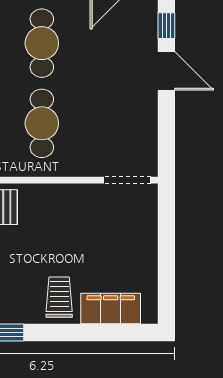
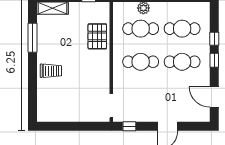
window: (166, 26) -> (129, 126), moved
filing cabinet: (111, 309) -> (45, 97), removed

